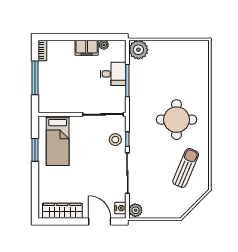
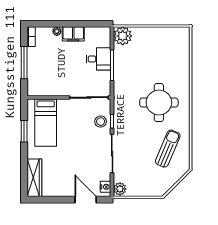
plant: (104, 45) -> (57, 31), moved
wardrobe: (62, 211) -> (34, 178), moved, turned 90

